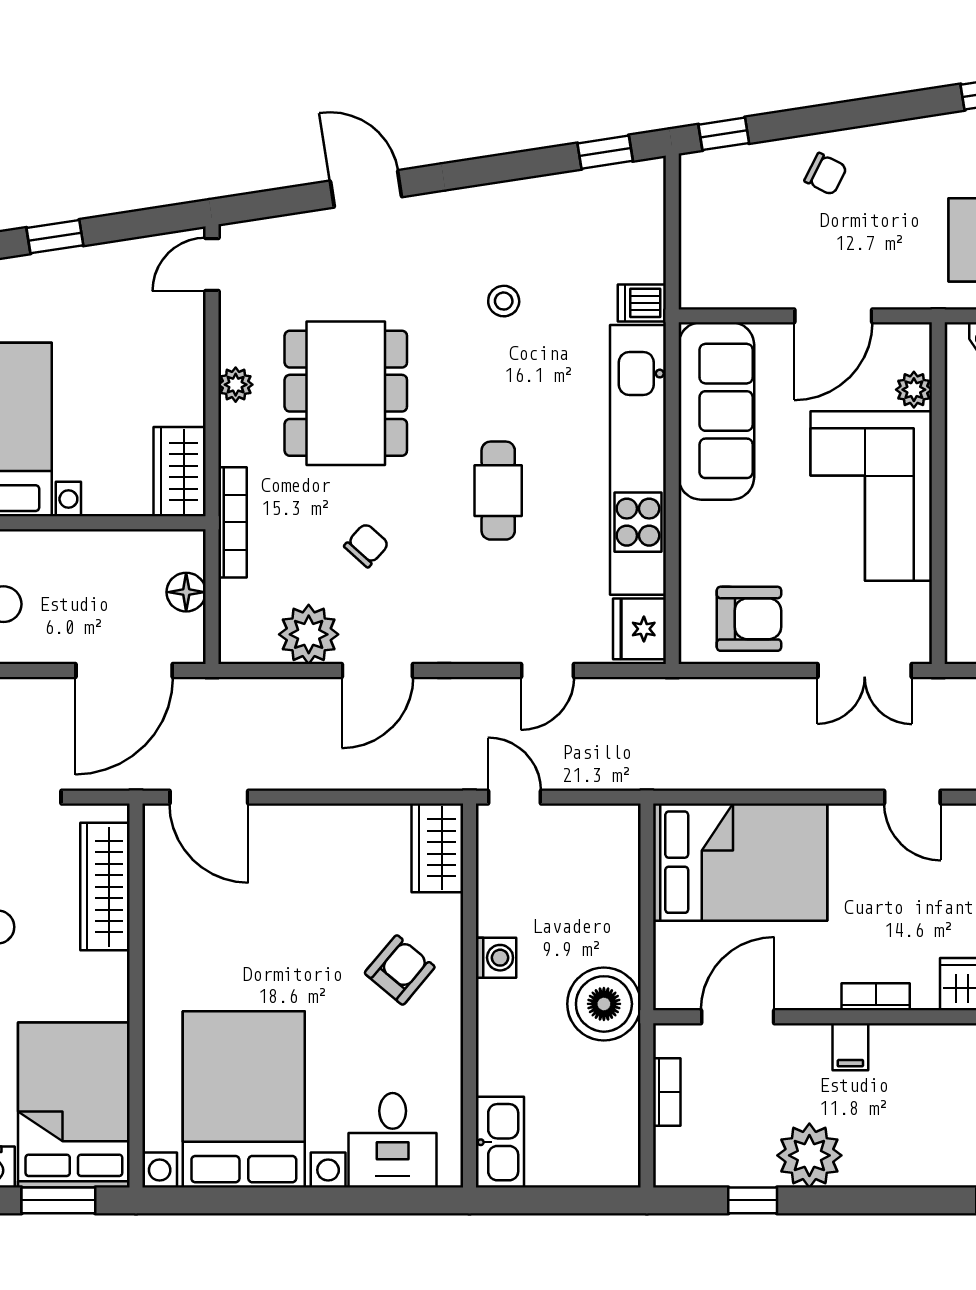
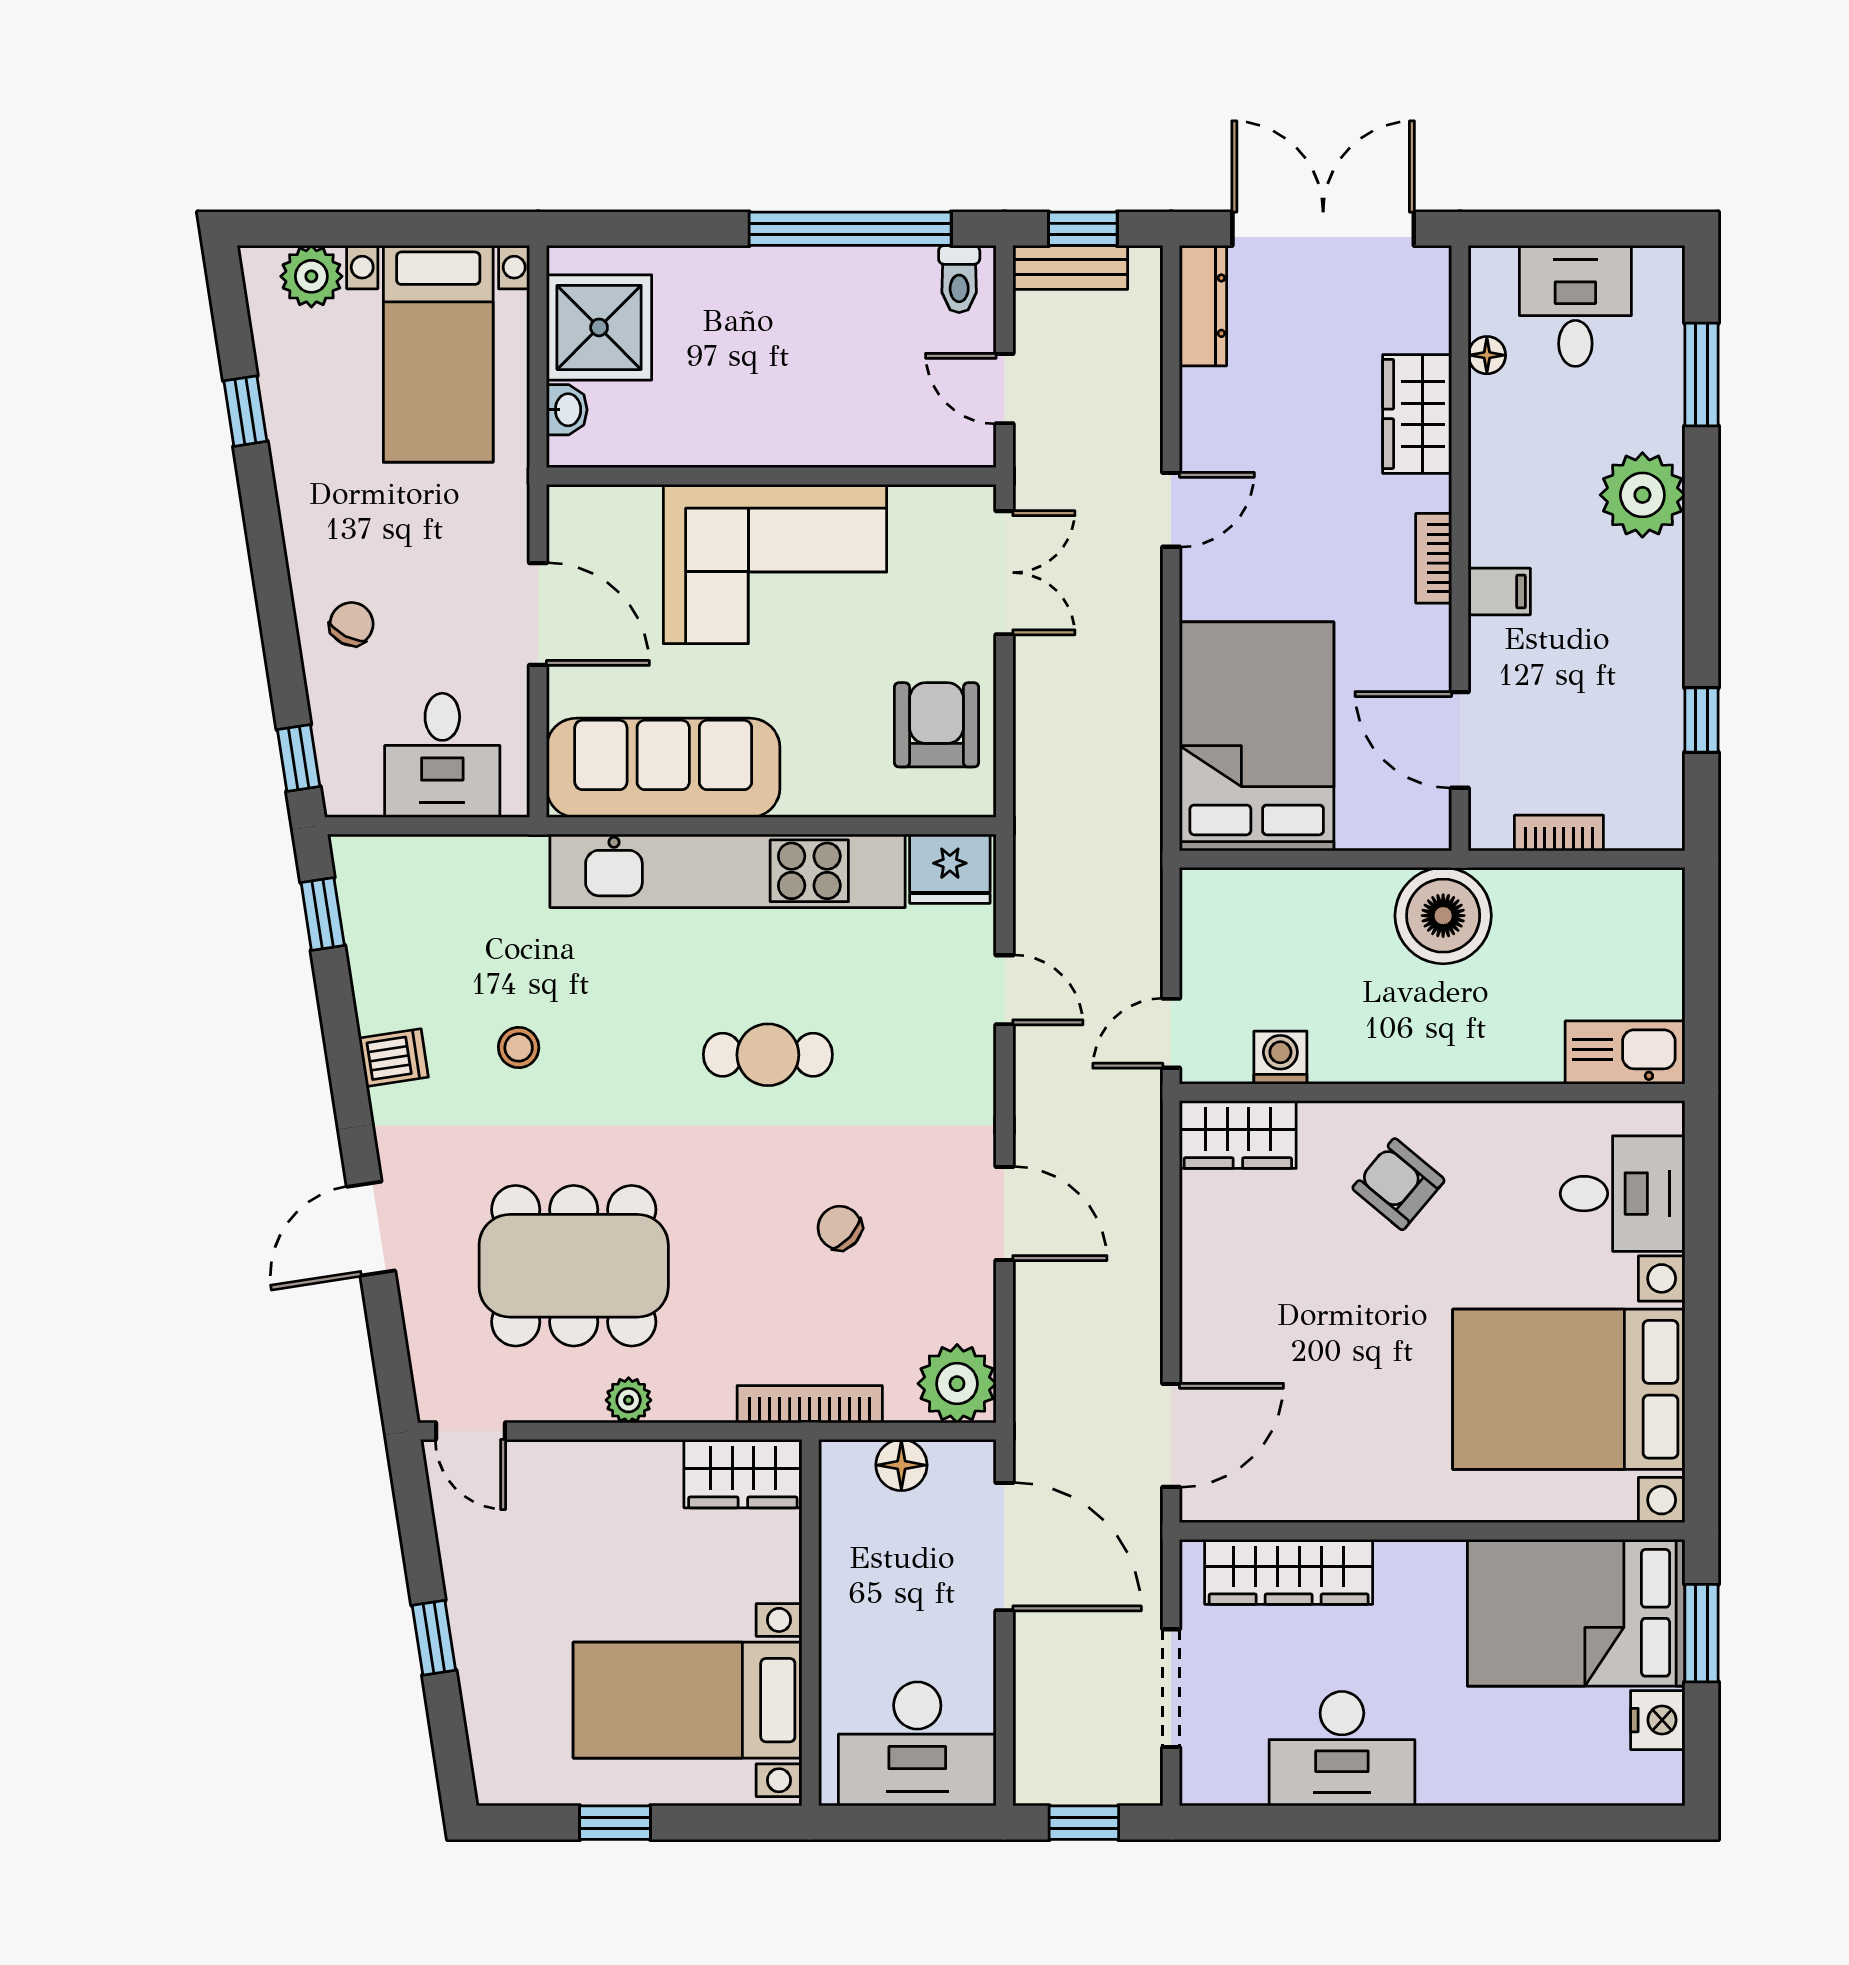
desk: (726, 243) -> (442, 755), added
dishwasher: (642, 303) -> (394, 1058), moved, turned -99
plant: (914, 390) -> (635, 508), removed
dining table: (346, 393) -> (574, 1266), moved
plant: (309, 634) -> (957, 1384), moved
washing machine: (496, 958) -> (1280, 1058), moved
plant: (809, 1155) -> (1642, 495), moved

